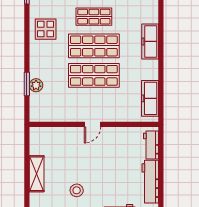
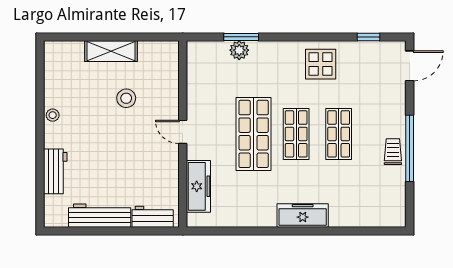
shop shelf: (94, 46) -> (296, 134), width x0.70, depth x0.74
freezer: (150, 98) -> (198, 186), moved, turned 90
stool: (77, 190) -> (126, 98), moved

